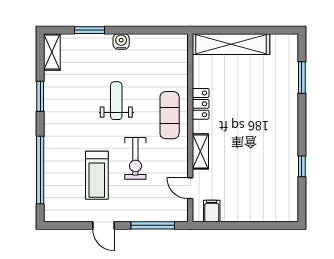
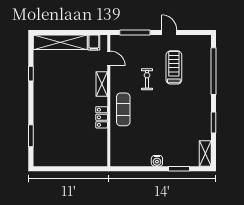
shelving: (231, 44) -> (60, 42), moved
weight bench: (116, 101) -> (160, 119), removed
exercise bike: (135, 158) -> (147, 79), width x0.73, depth x0.72

